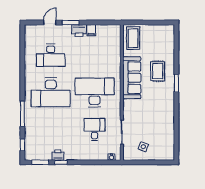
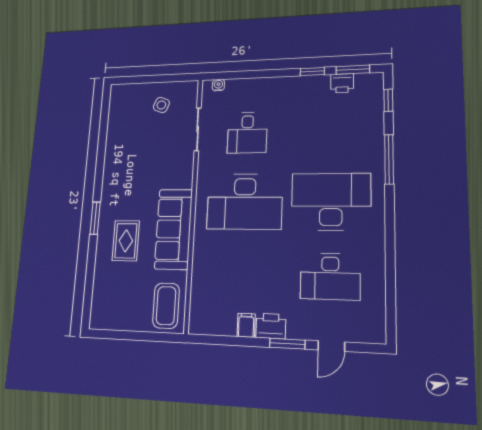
desk: (51, 55) -> (330, 276), turned 180
printer: (58, 155) -> (342, 83), moved

